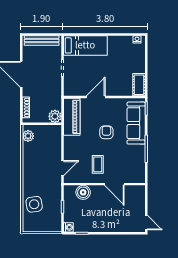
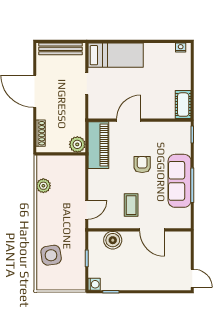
sofa: (136, 123) -> (180, 181), moved
plant: (28, 136) -> (43, 186), moved

